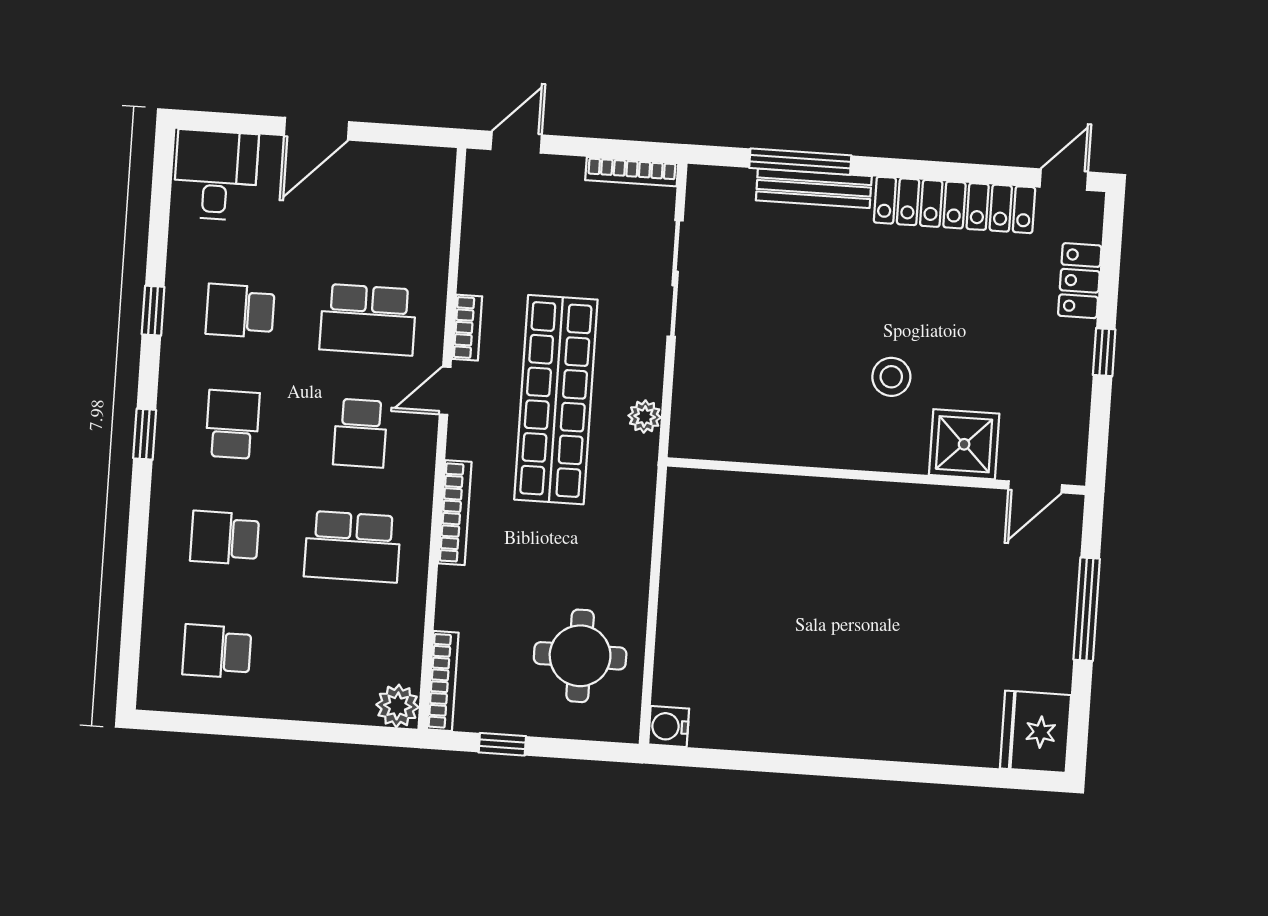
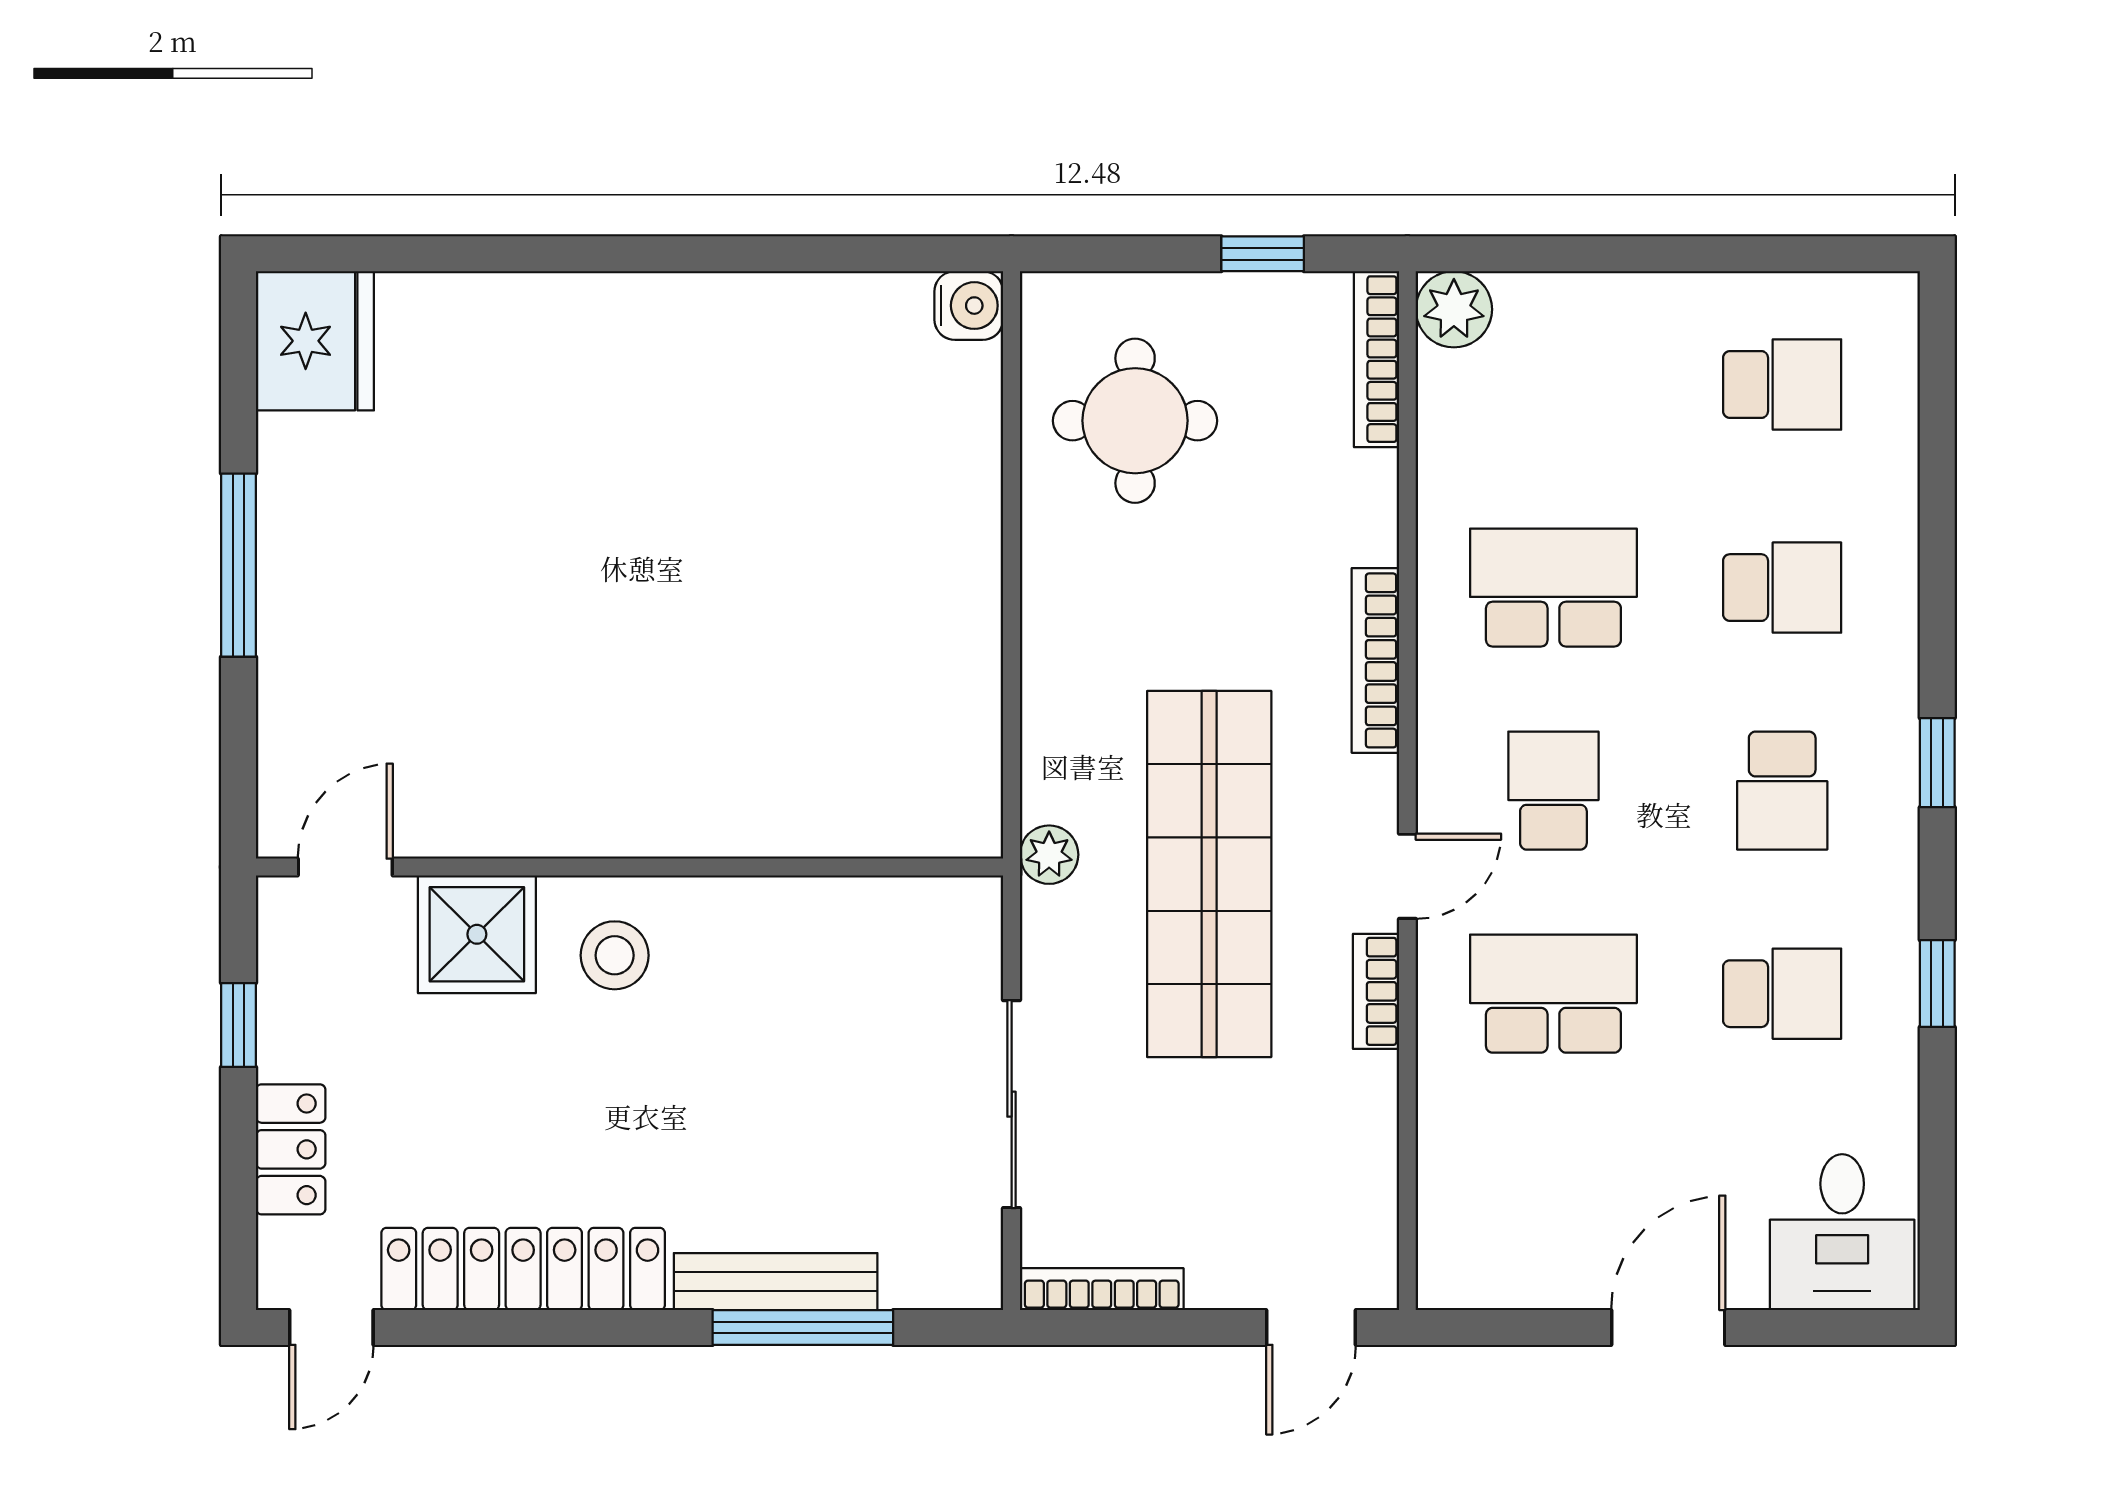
shower: (964, 444) -> (477, 934), moved
wall: (876, 476) -> (630, 867), moved
door: (1035, 487) -> (345, 867), moved

